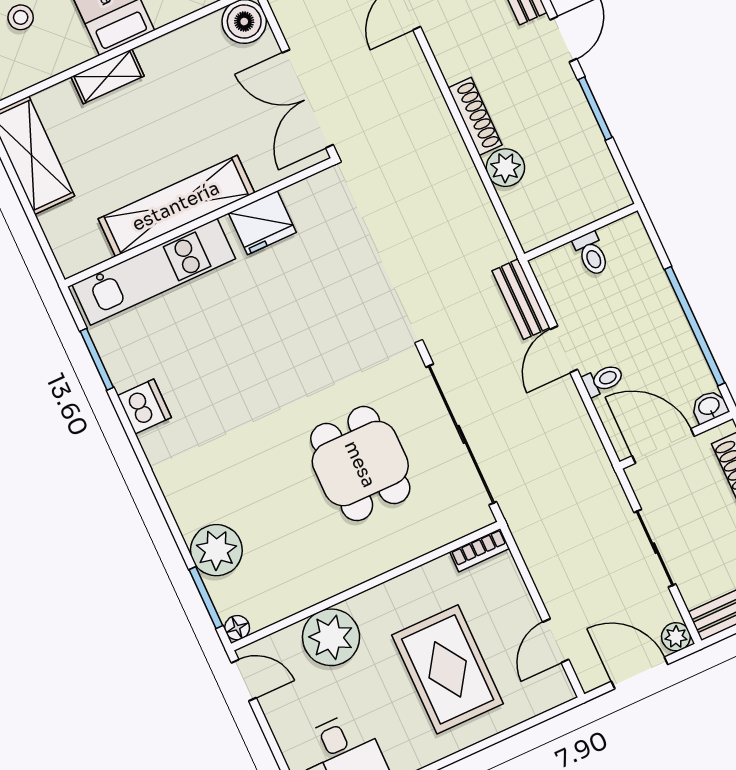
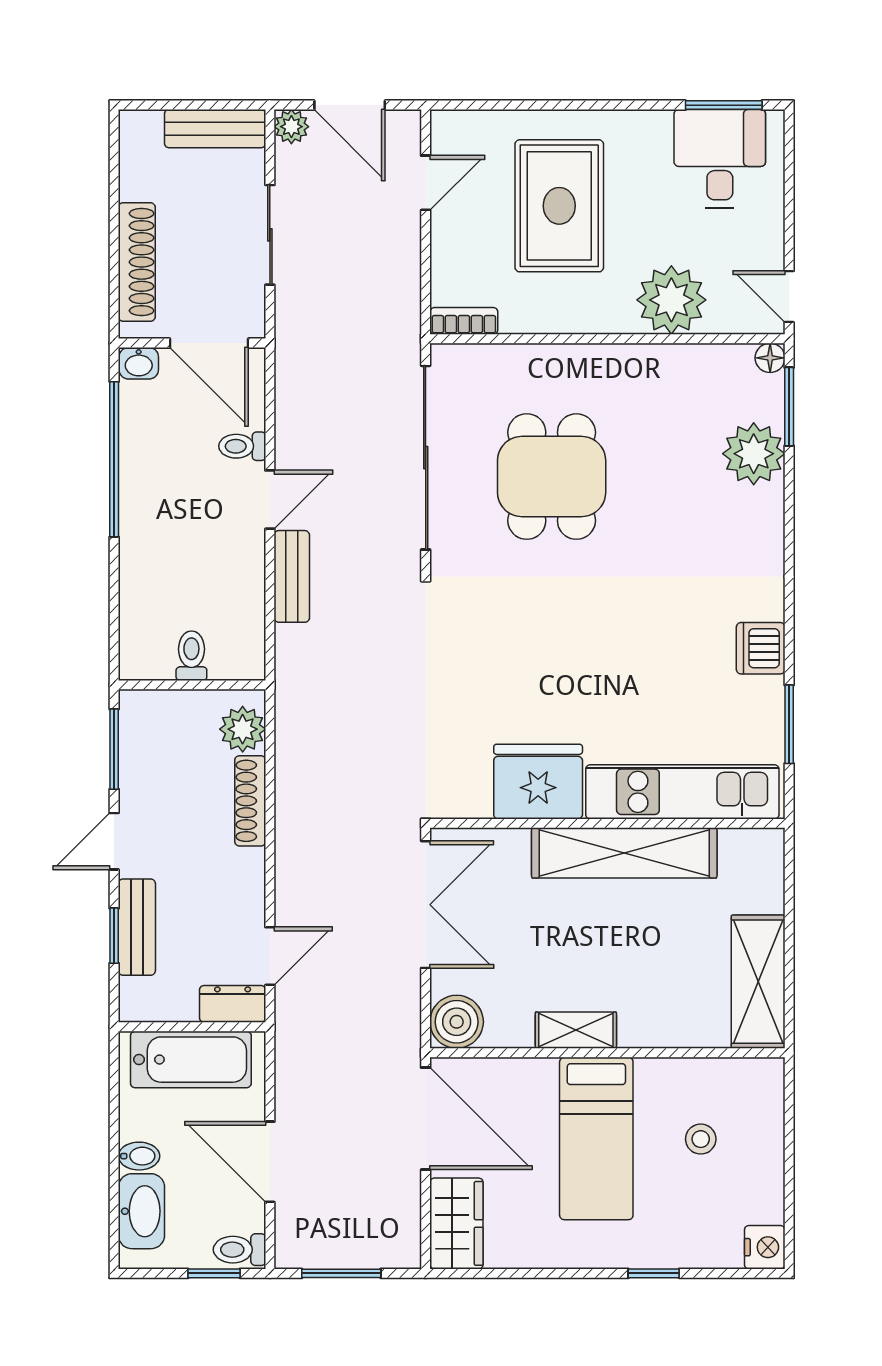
shelving: (108, 76) -> (576, 1030), moved
fridge: (262, 223) -> (538, 782), width x1.36, depth x1.34
wall: (581, 232) -> (192, 685), moved
toilet: (591, 254) -> (191, 656), moved

